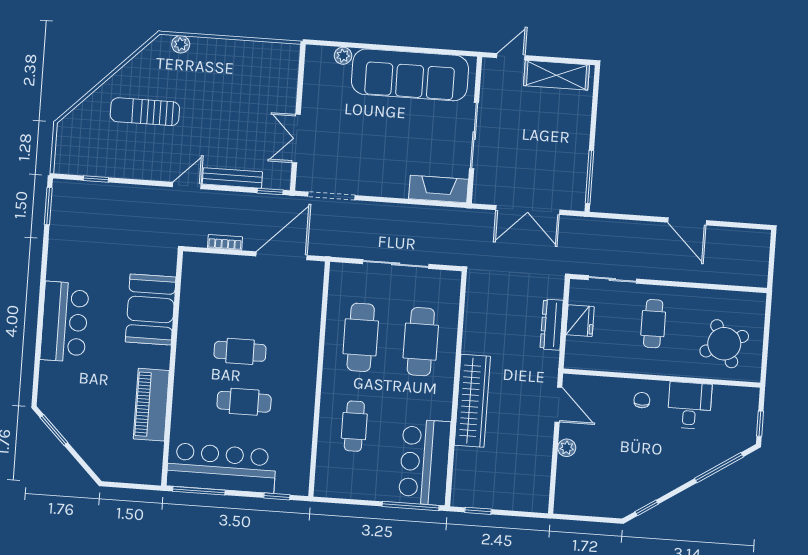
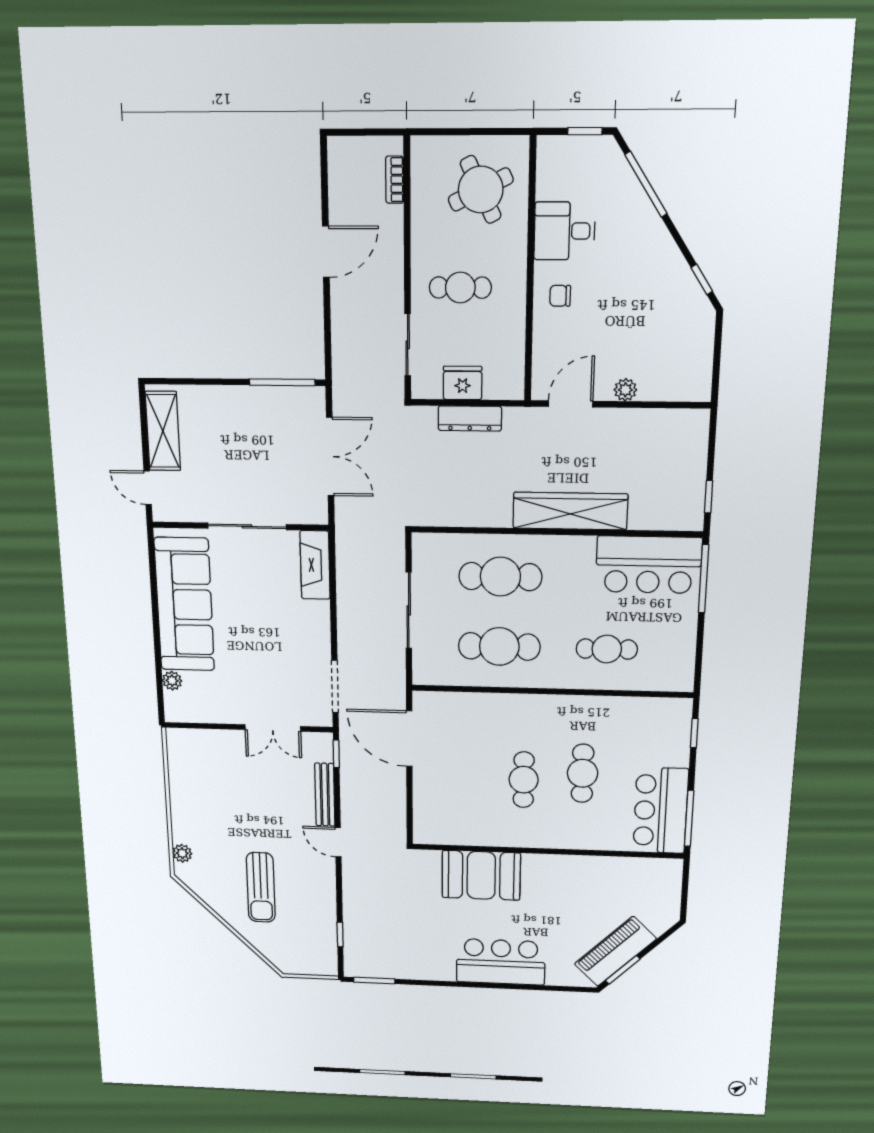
bookcase: (225, 242) -> (395, 180), moved
piano: (151, 405) -> (615, 951), moved, turned 135
bar counter: (221, 468) -> (661, 811), width x0.73

